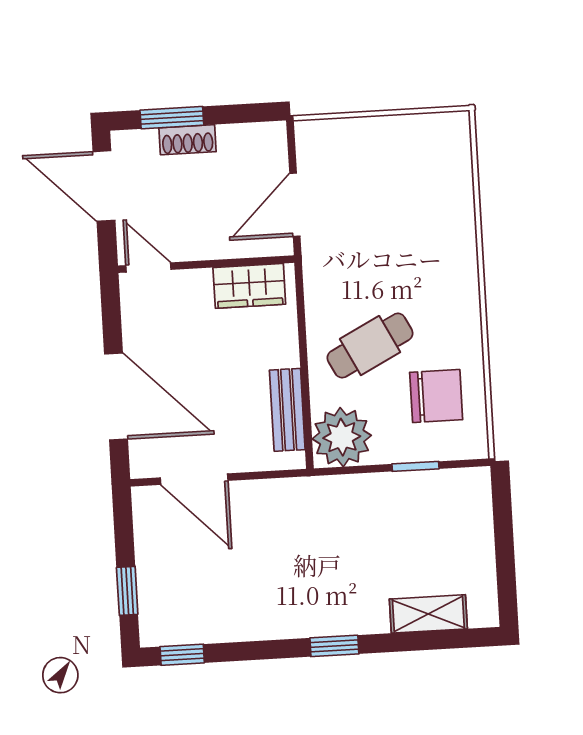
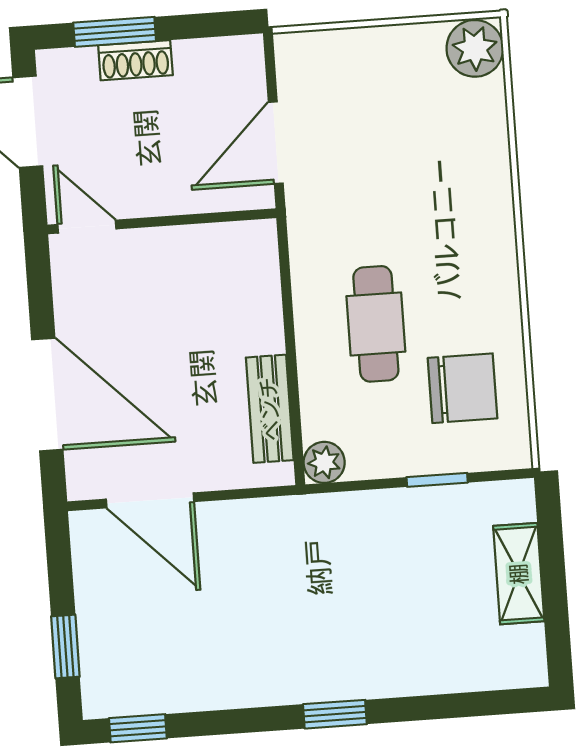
plant: (449, 134) -> (475, 48), added
wardrobe: (249, 286) -> (218, 249), removed
cafe table: (370, 346) -> (376, 324), turned -63
plant: (342, 437) -> (324, 462), width x0.53, depth x0.53
shelving: (428, 614) -> (519, 574), moved, turned 90

